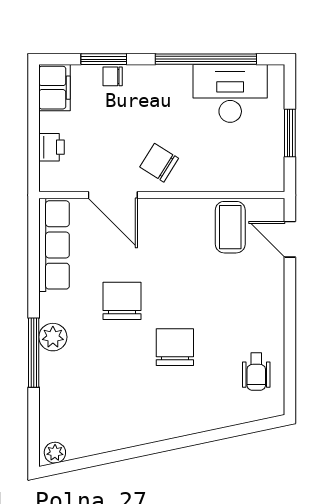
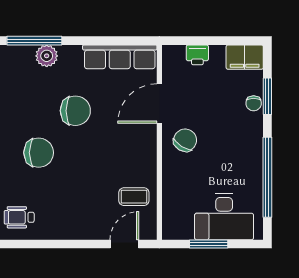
chair: (113, 76) -> (254, 103), turned 180
desk: (230, 93) -> (224, 217), moved, turned 90
coffee table: (230, 227) -> (134, 197), width x0.73, depth x0.77

